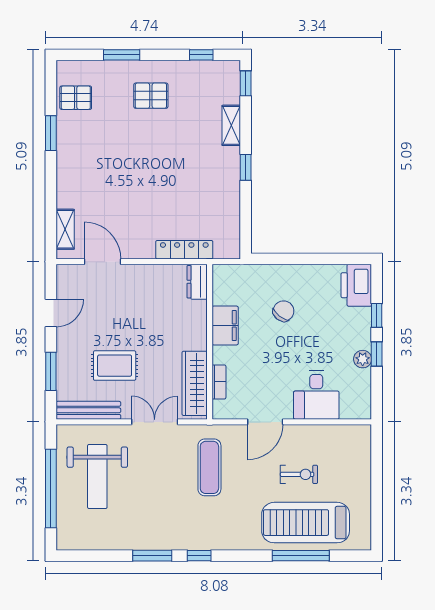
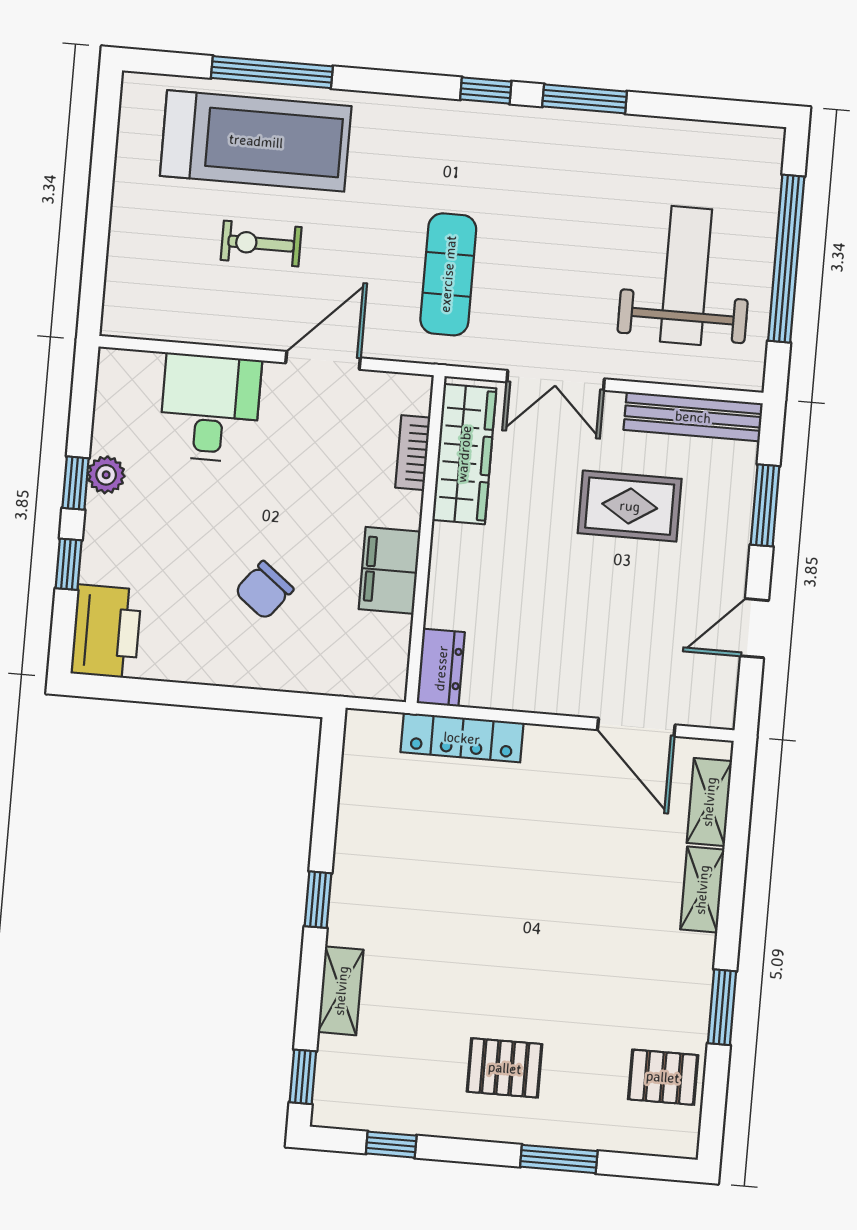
shelving: (65, 188) -> (702, 890), added

